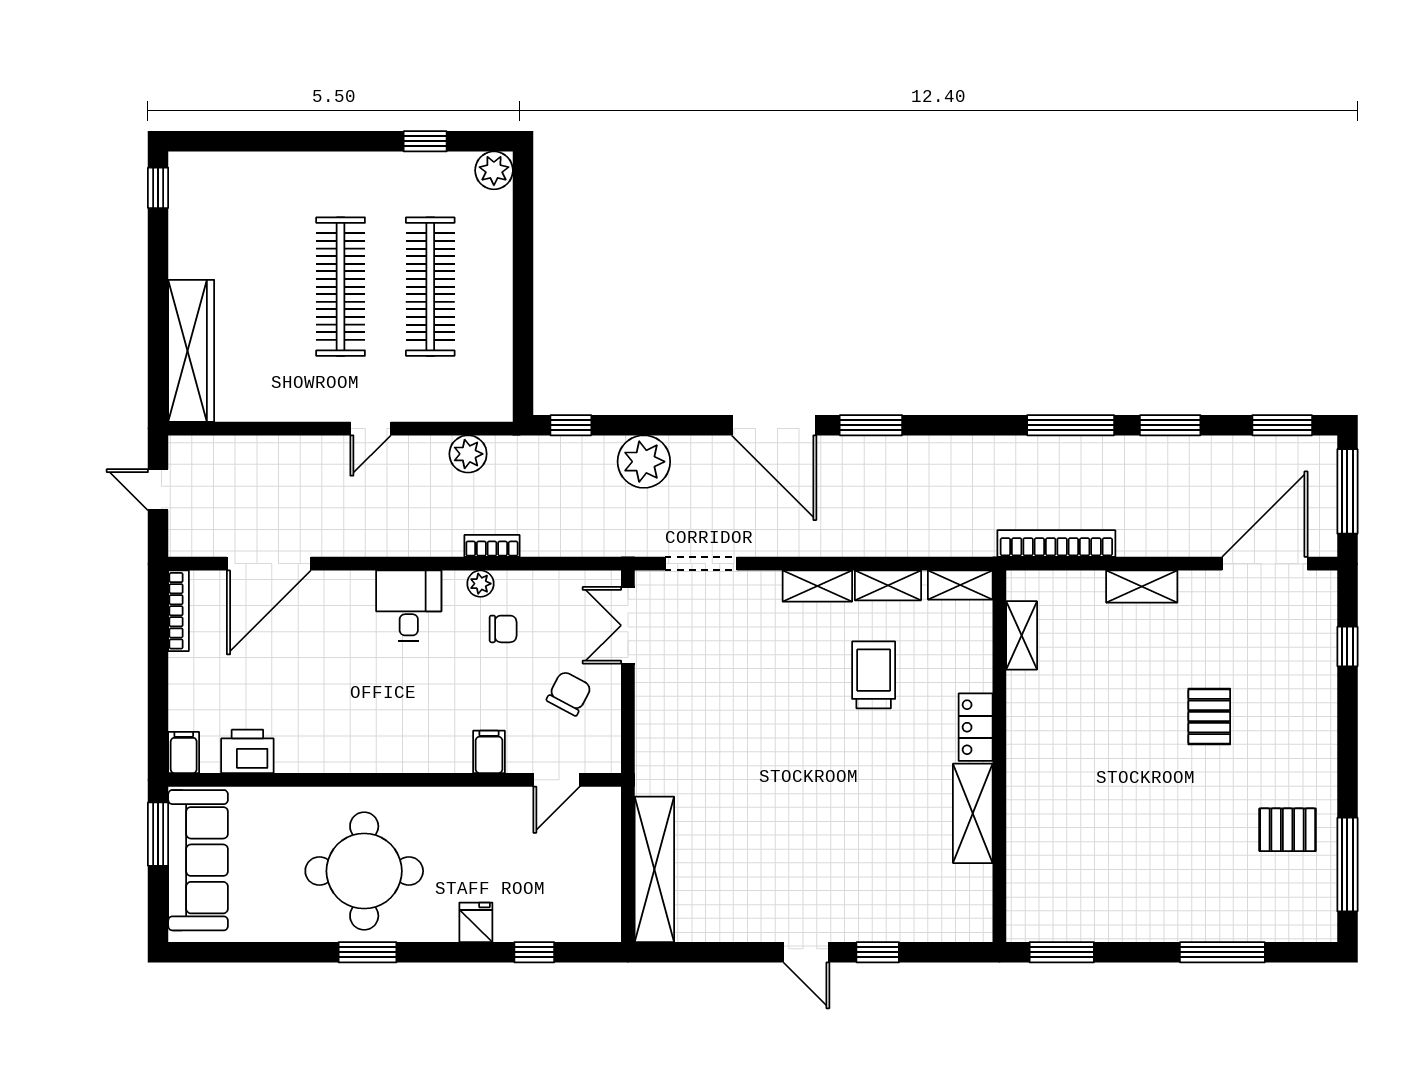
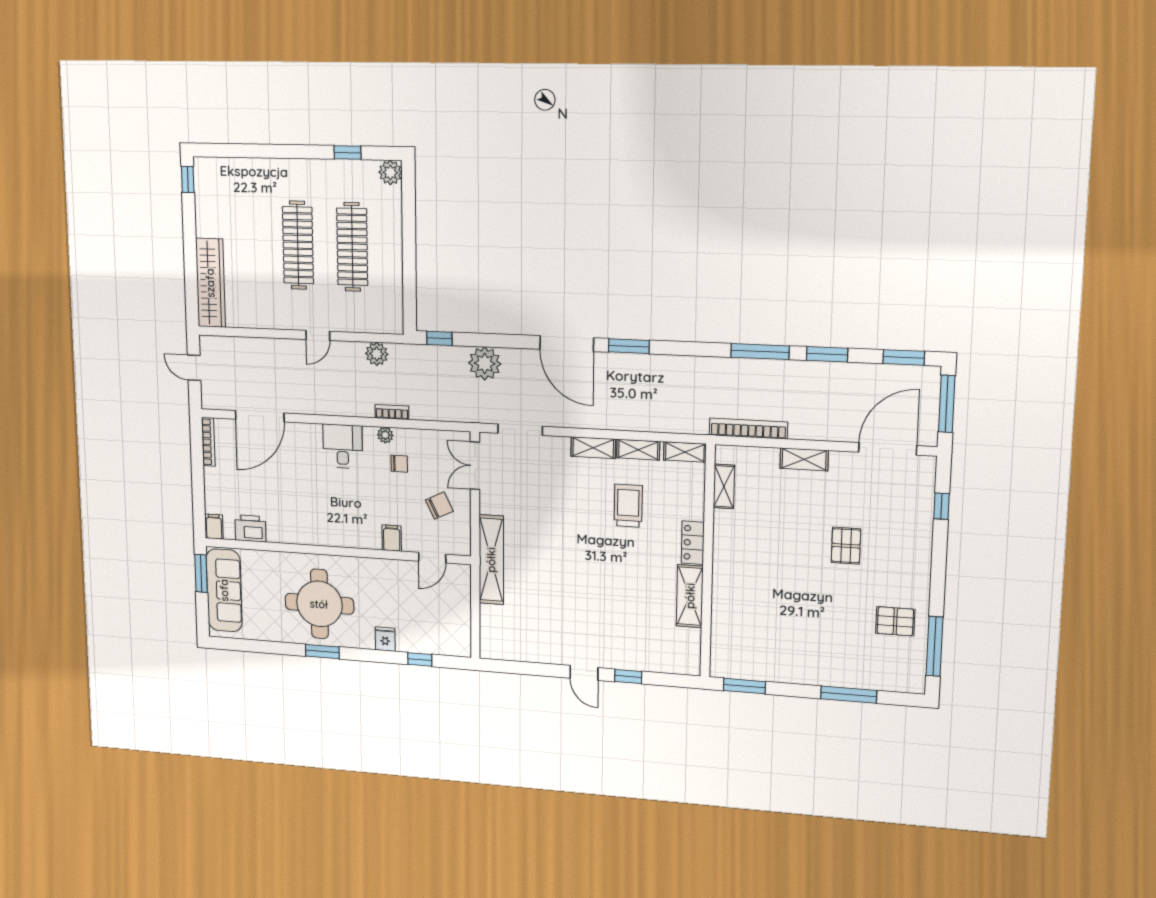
chair: (569, 693) -> (439, 506), turned 36
shelving: (654, 869) -> (491, 560), moved

